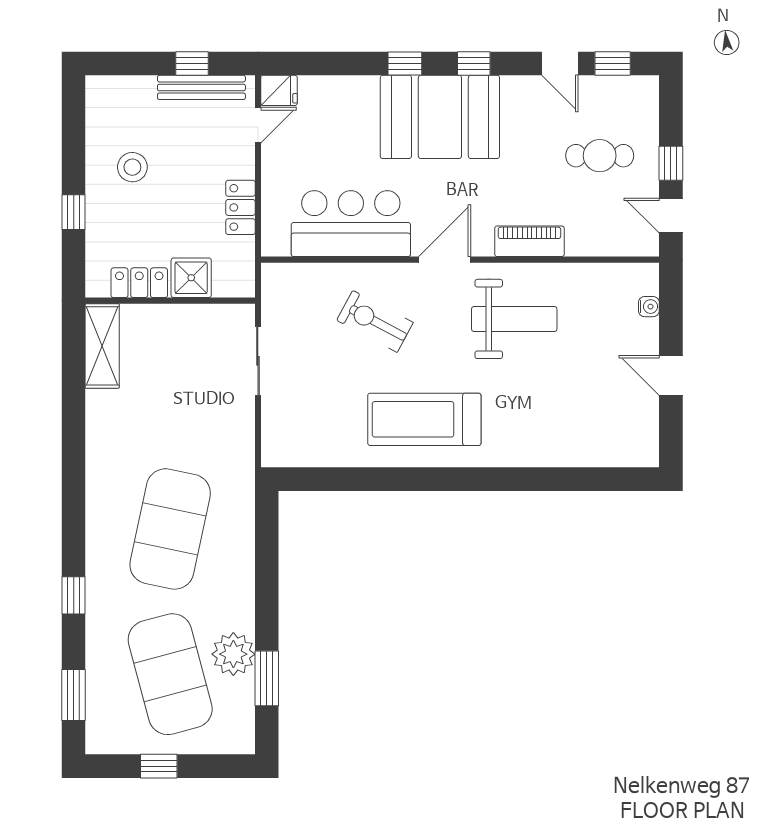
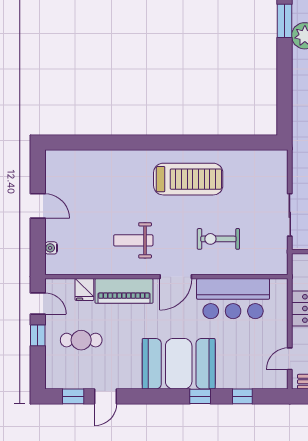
window: (474, 63) -> (242, 396), moved
door: (560, 63) -> (105, 396), swing flipped
fridge: (279, 90) -> (84, 289), moved, turned -90
piano: (529, 241) -> (124, 291), width x1.37, depth x1.33
weight bench: (514, 319) -> (133, 240), width x0.73, depth x0.75
exercise bike: (375, 321) -> (218, 239), turned 152

